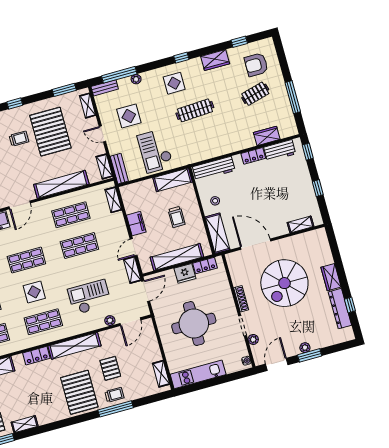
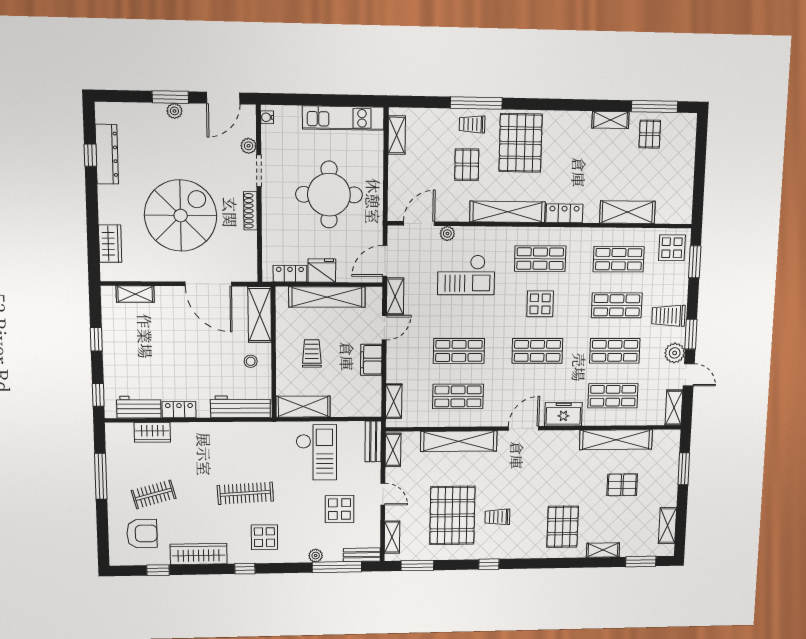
wardrobe: (215, 60) -> (199, 554), width x1.50
wardrobe: (331, 277) -> (110, 244), moved

